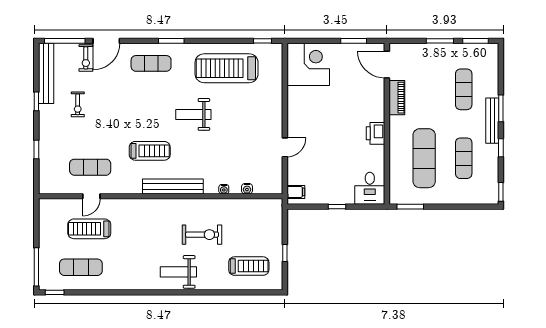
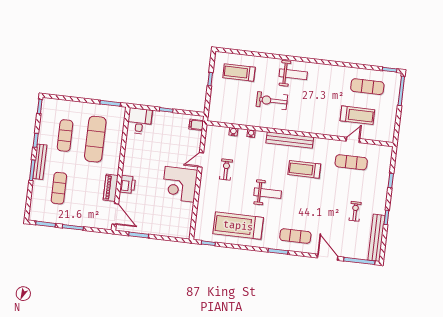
door: (106, 41) -> (328, 257), hinge flipped
exercise bike: (86, 58) -> (226, 169), moved
corner desk: (308, 64) -> (180, 184), moved
treadmill: (227, 68) -> (238, 226), turned 180
printer: (376, 133) -> (128, 184), moved

